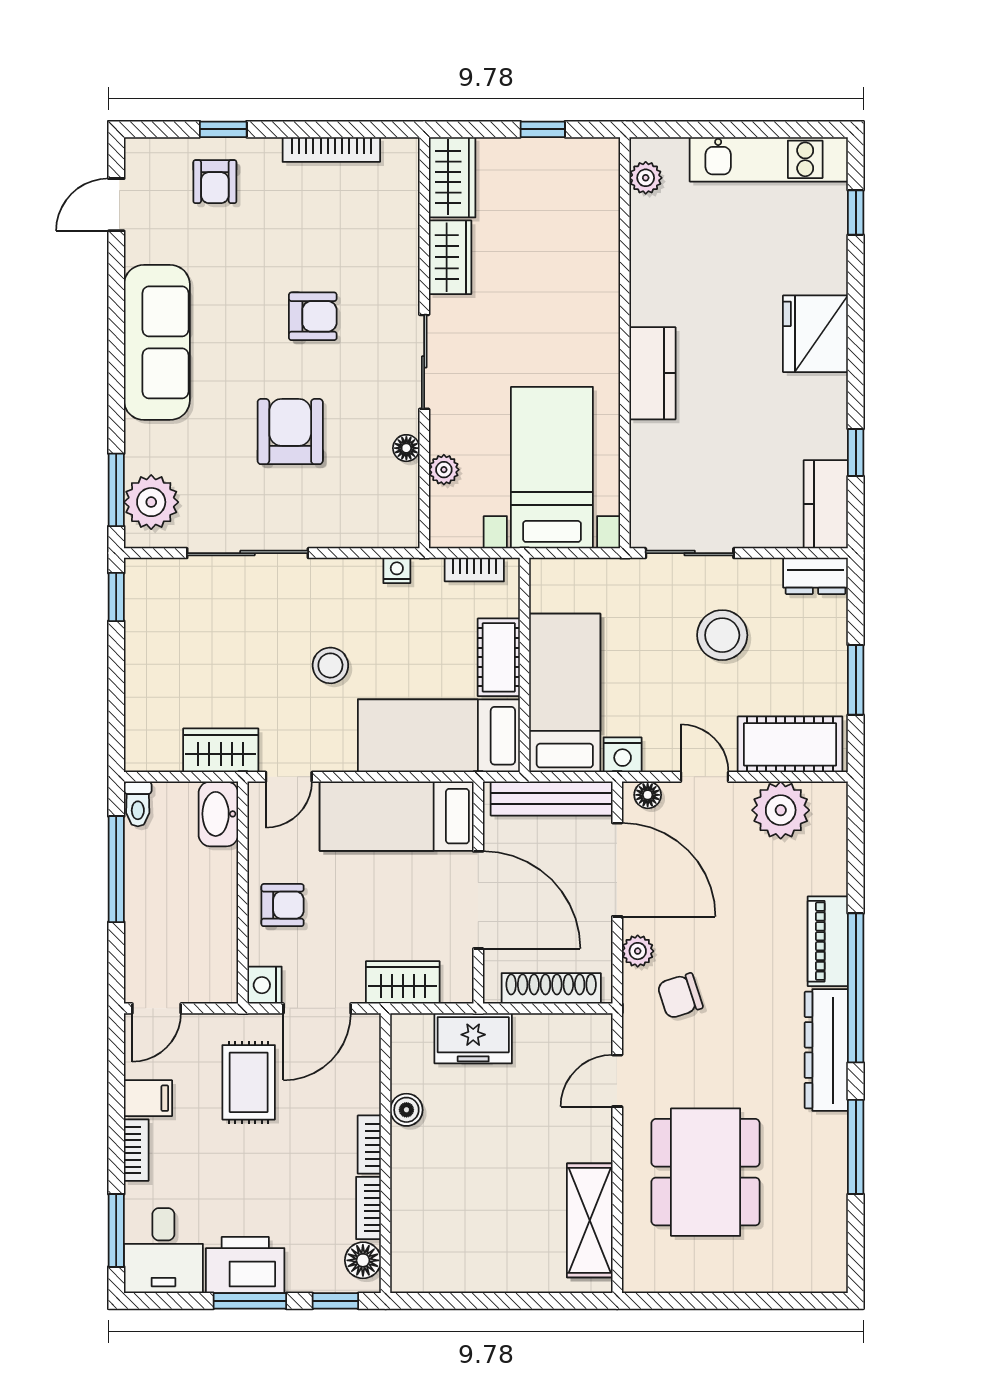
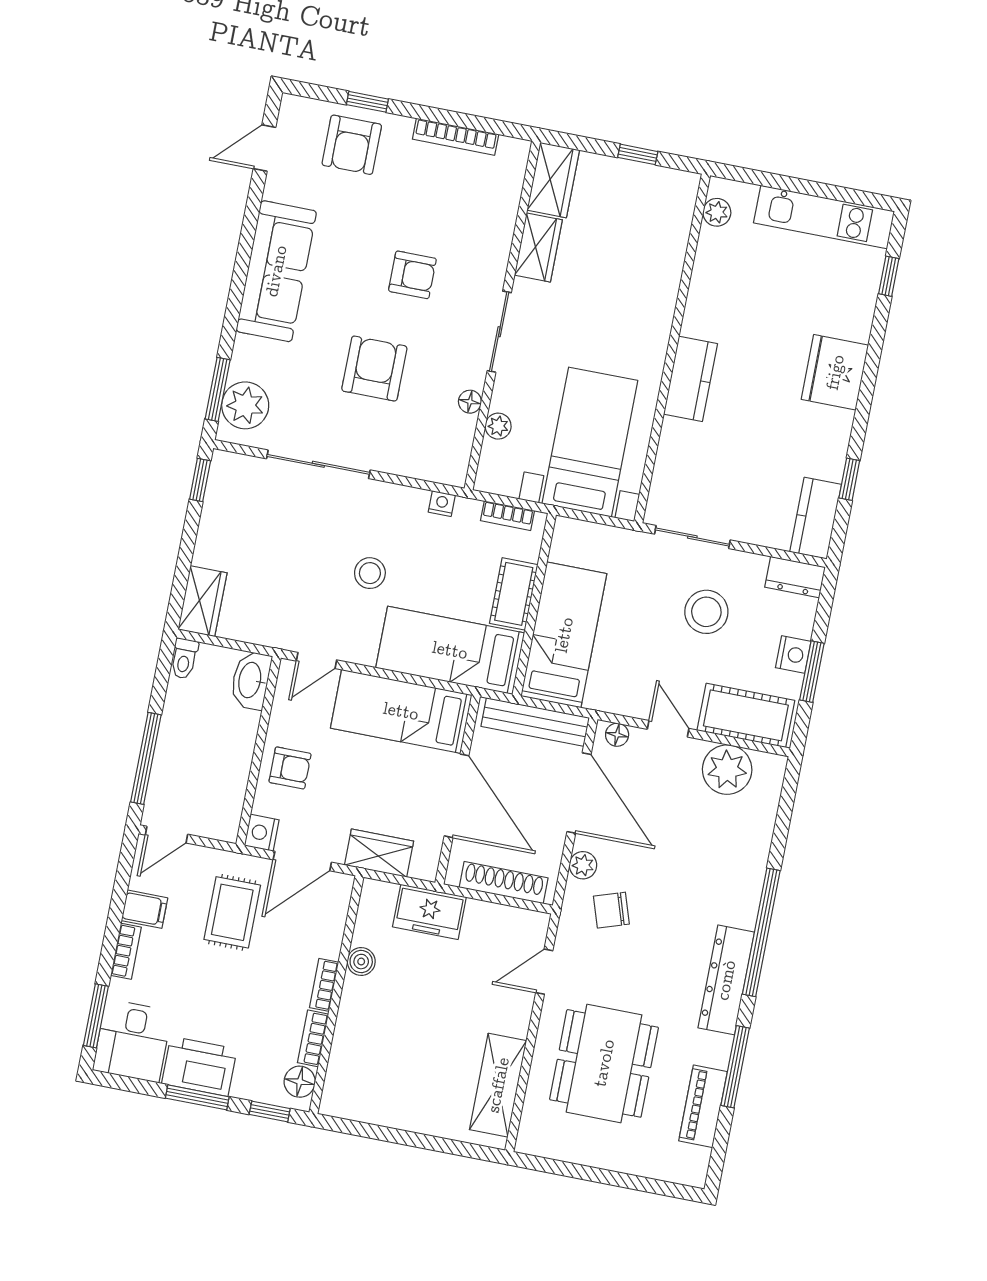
armchair: (215, 182) -> (352, 145), width x1.38, depth x1.38
wardrobe: (221, 750) -> (202, 601), moved, turned 90
nightstand: (623, 755) -> (793, 655), moved, turned -90
window: (116, 869) -> (146, 758), moved
piano: (828, 941) -> (703, 1106), moved

